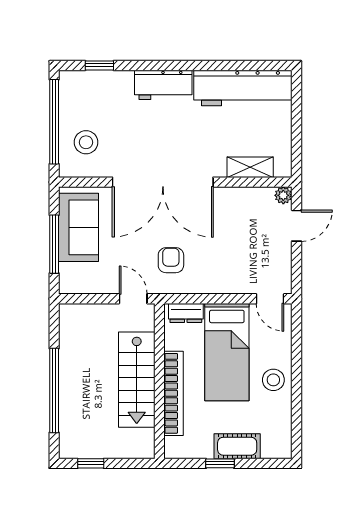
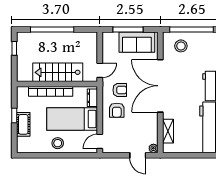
armchair: (210, 266) -> (117, 110), added

